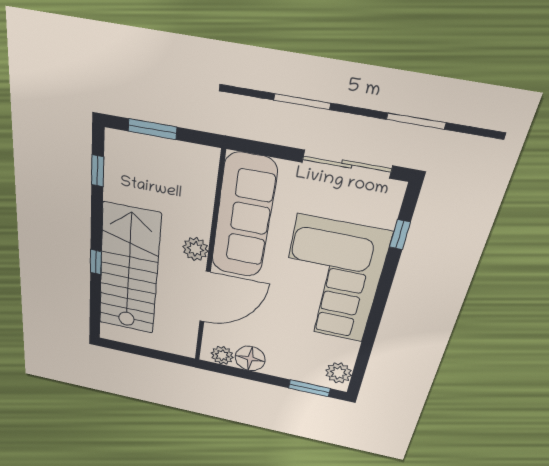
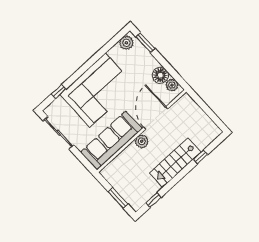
window: (96, 262) -> (201, 157), moved
stairs: (129, 270) -> (175, 163), width x0.73, depth x0.66
door: (205, 297) -> (156, 118), hinge flipped

